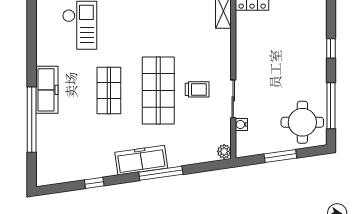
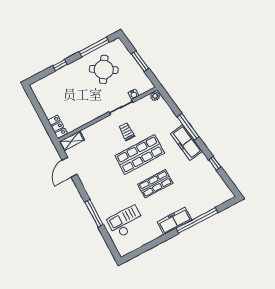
round table: (302, 122) -> (104, 69), moved, turned 31

